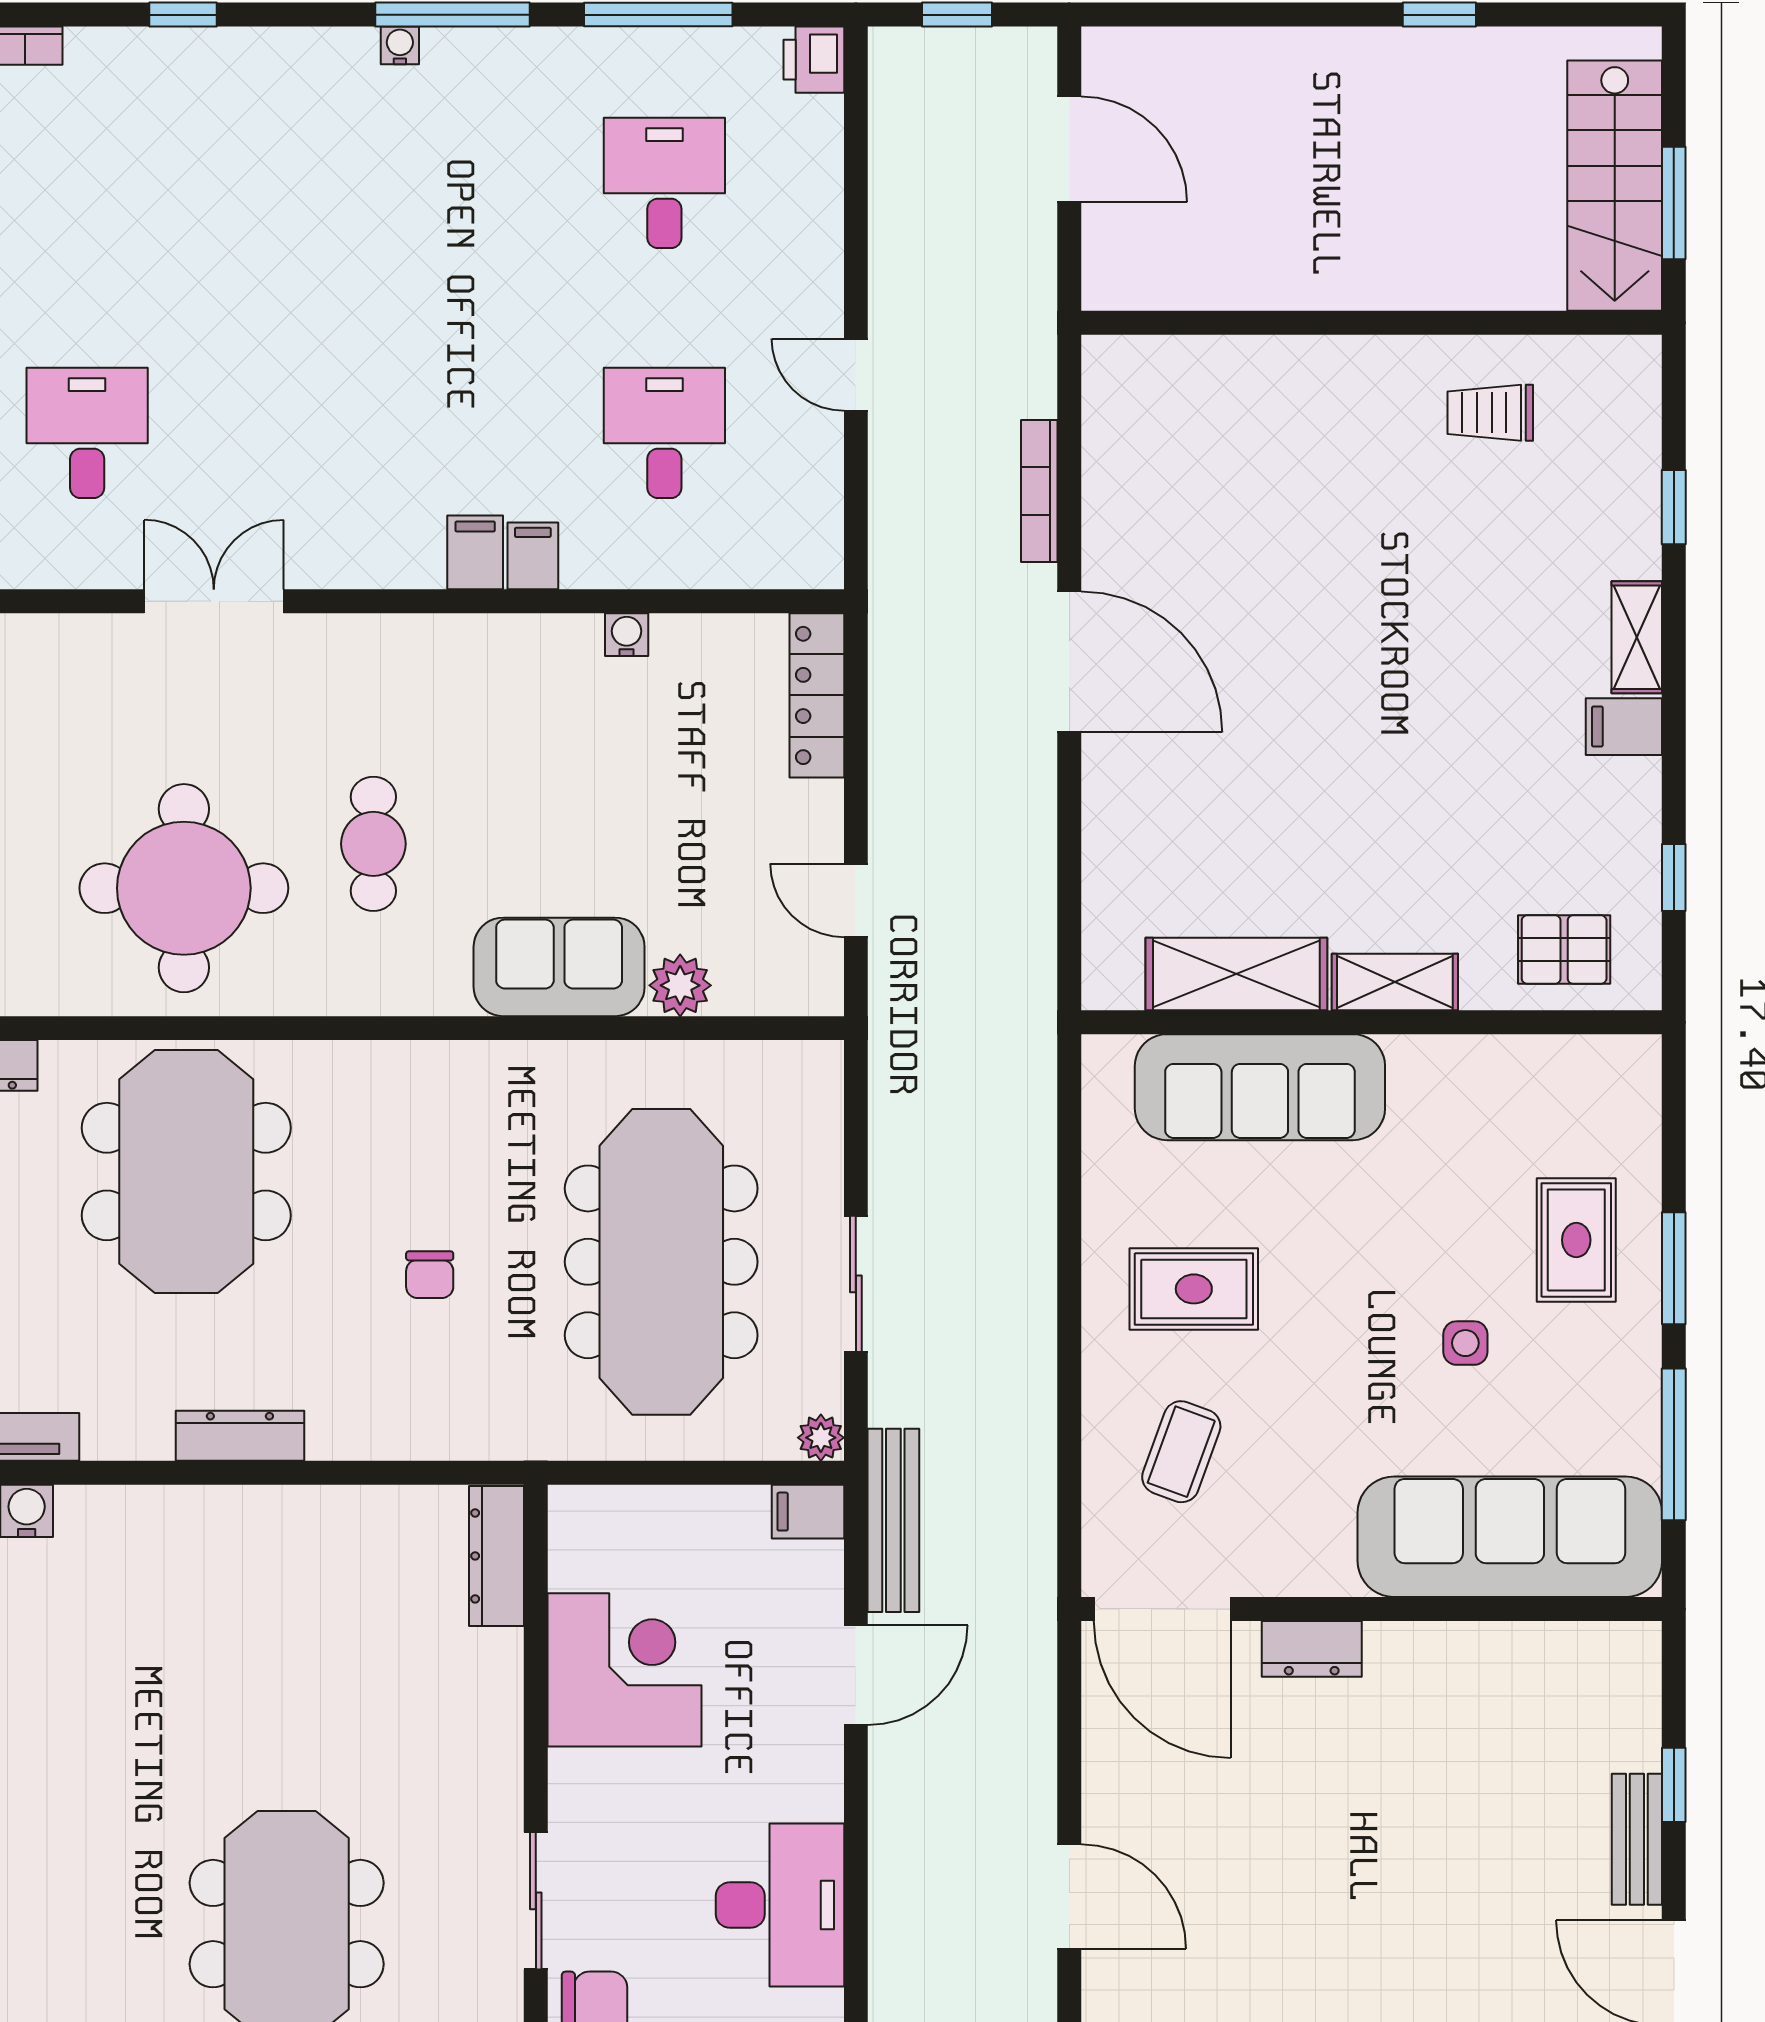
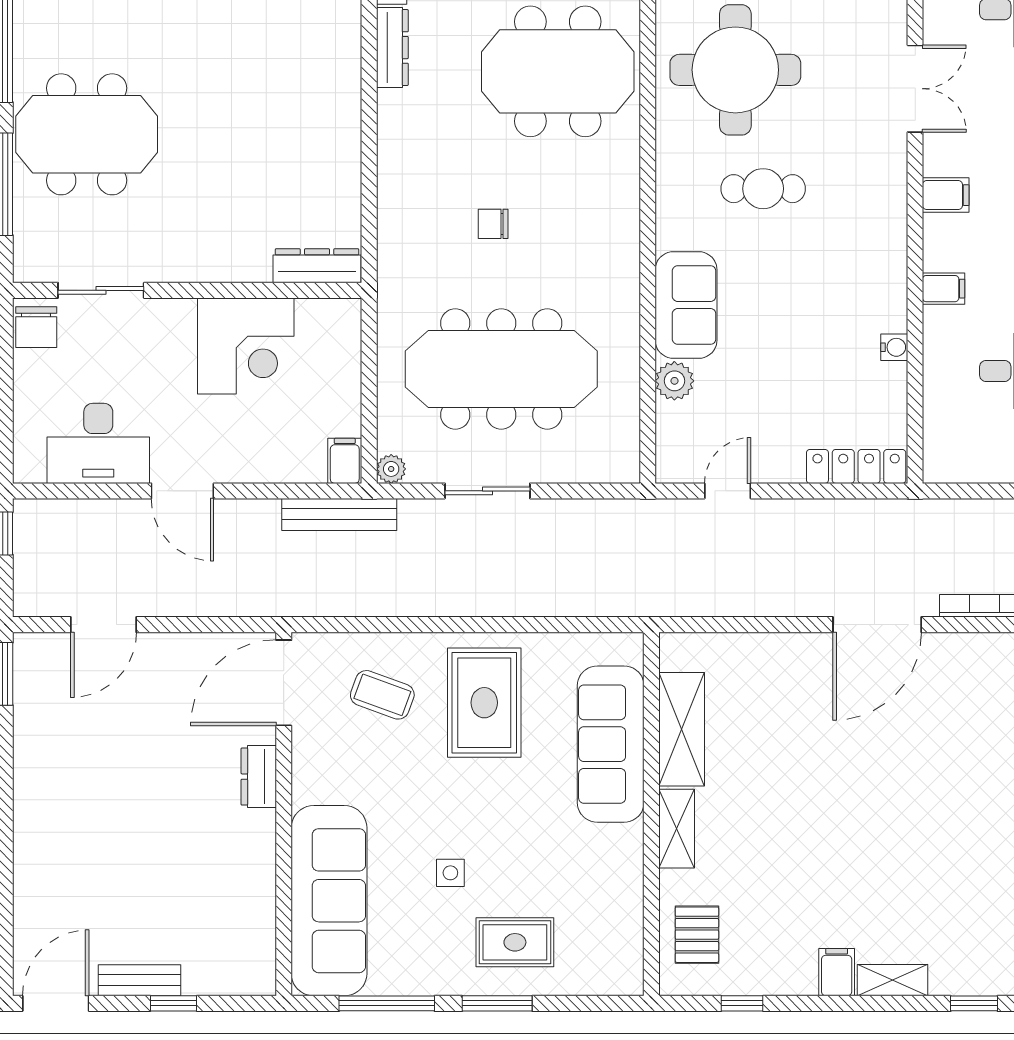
filing cabinet: (475, 552) -> (946, 195), moved
rug: (1194, 1289) -> (484, 703), width x1.36, depth x1.43
dresser: (240, 1436) -> (392, 48), moved
door: (856, 1675) -> (182, 491), moved

